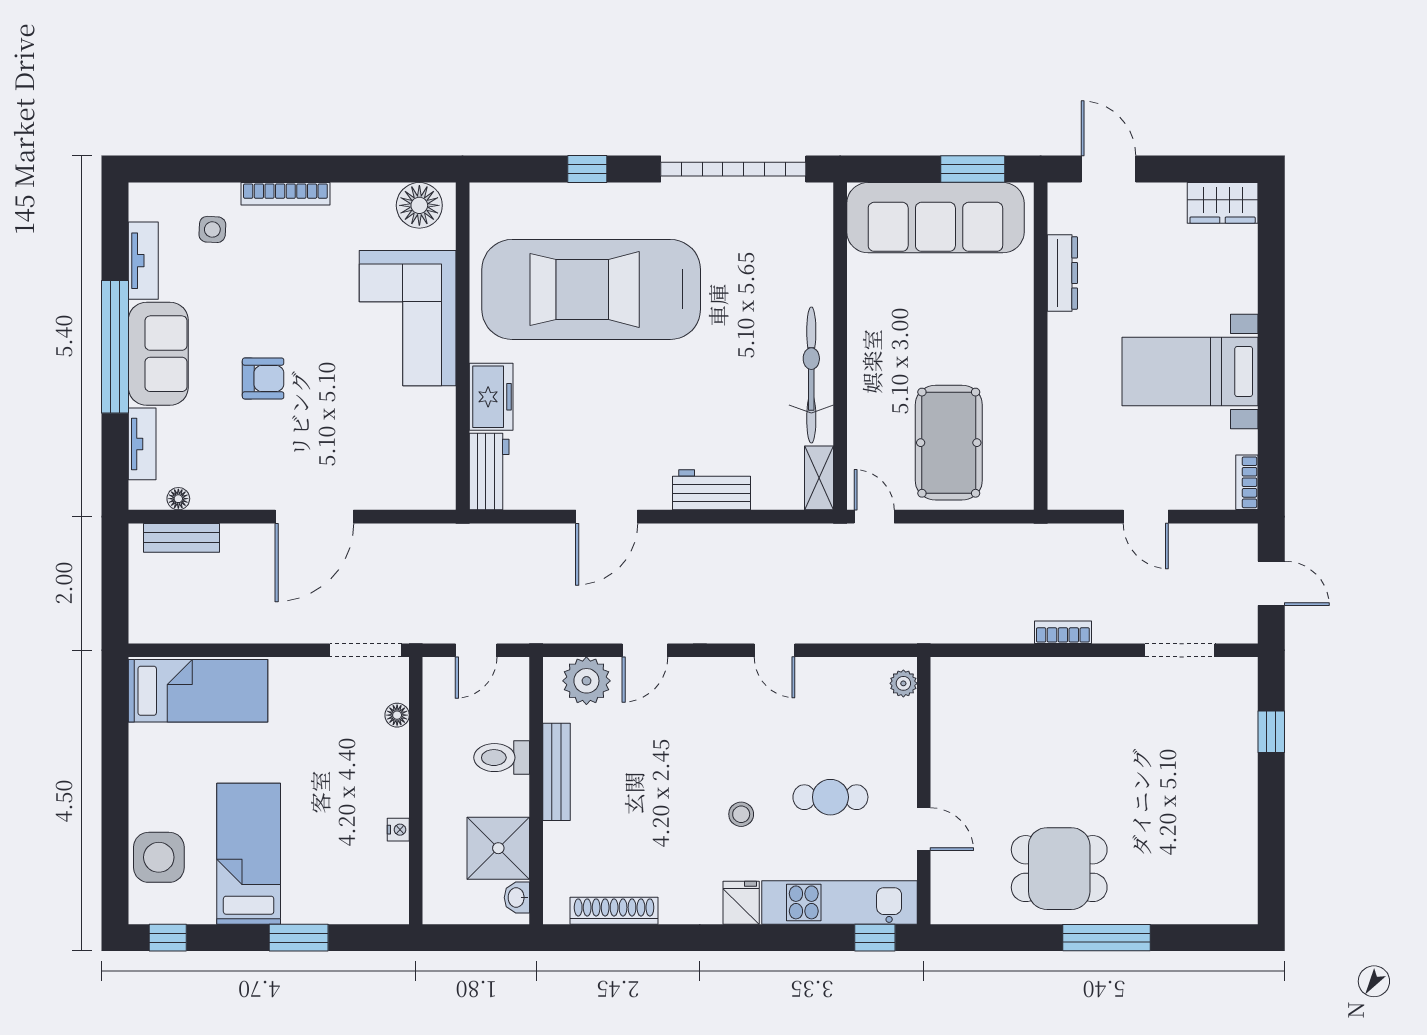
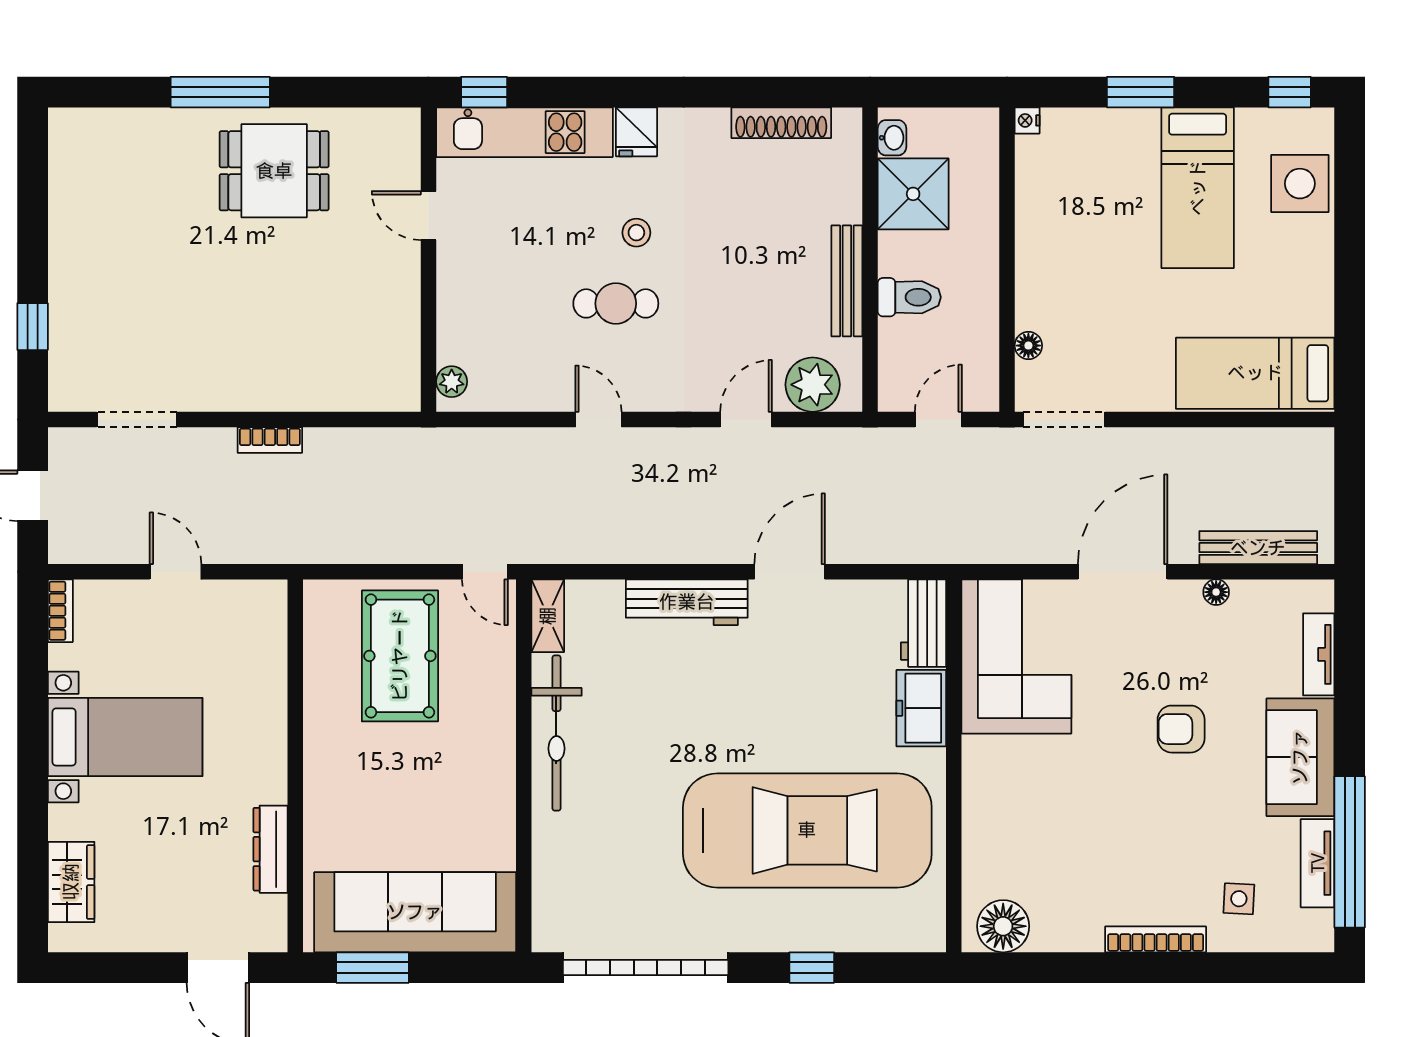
wardrobe: (1223, 203) -> (71, 882), moved, turned 90
corner sofa: (408, 318) -> (1016, 656), moved
window: (115, 347) -> (1350, 852), moved
workbench: (712, 490) -> (687, 602), width x1.38
floor lamp: (178, 499) -> (1216, 592), moved
bench: (182, 538) -> (1258, 548), width x1.36
cafe table: (830, 797) -> (616, 303), moved
nightstand: (398, 830) -> (1027, 120), moved

